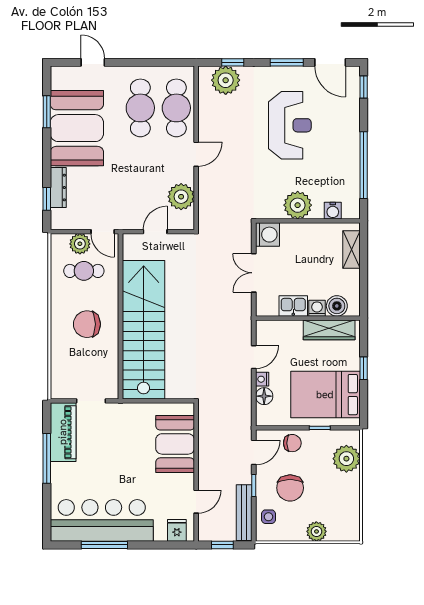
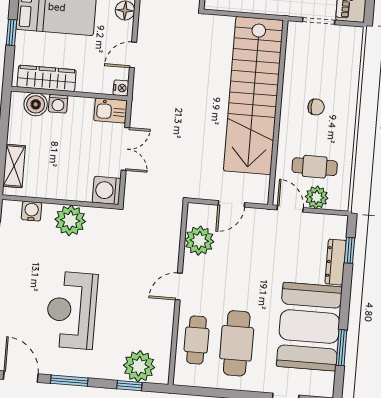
cafe table: (176, 108) -> (197, 340), width x0.73, depth x0.74
kitchen sink: (293, 306) -> (110, 110), moved
chair: (87, 324) -> (316, 107), width x0.54, depth x0.54
nightstand: (262, 379) -> (121, 88), moved

